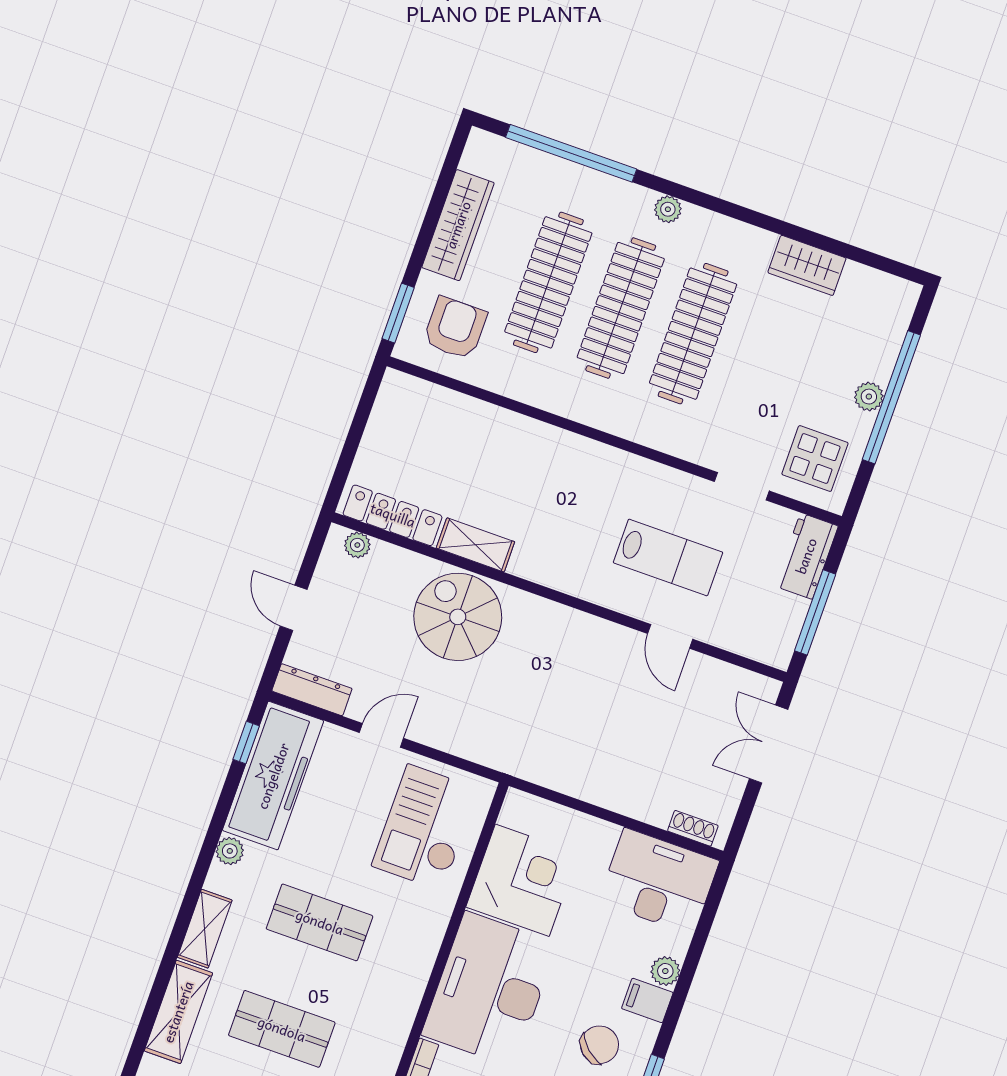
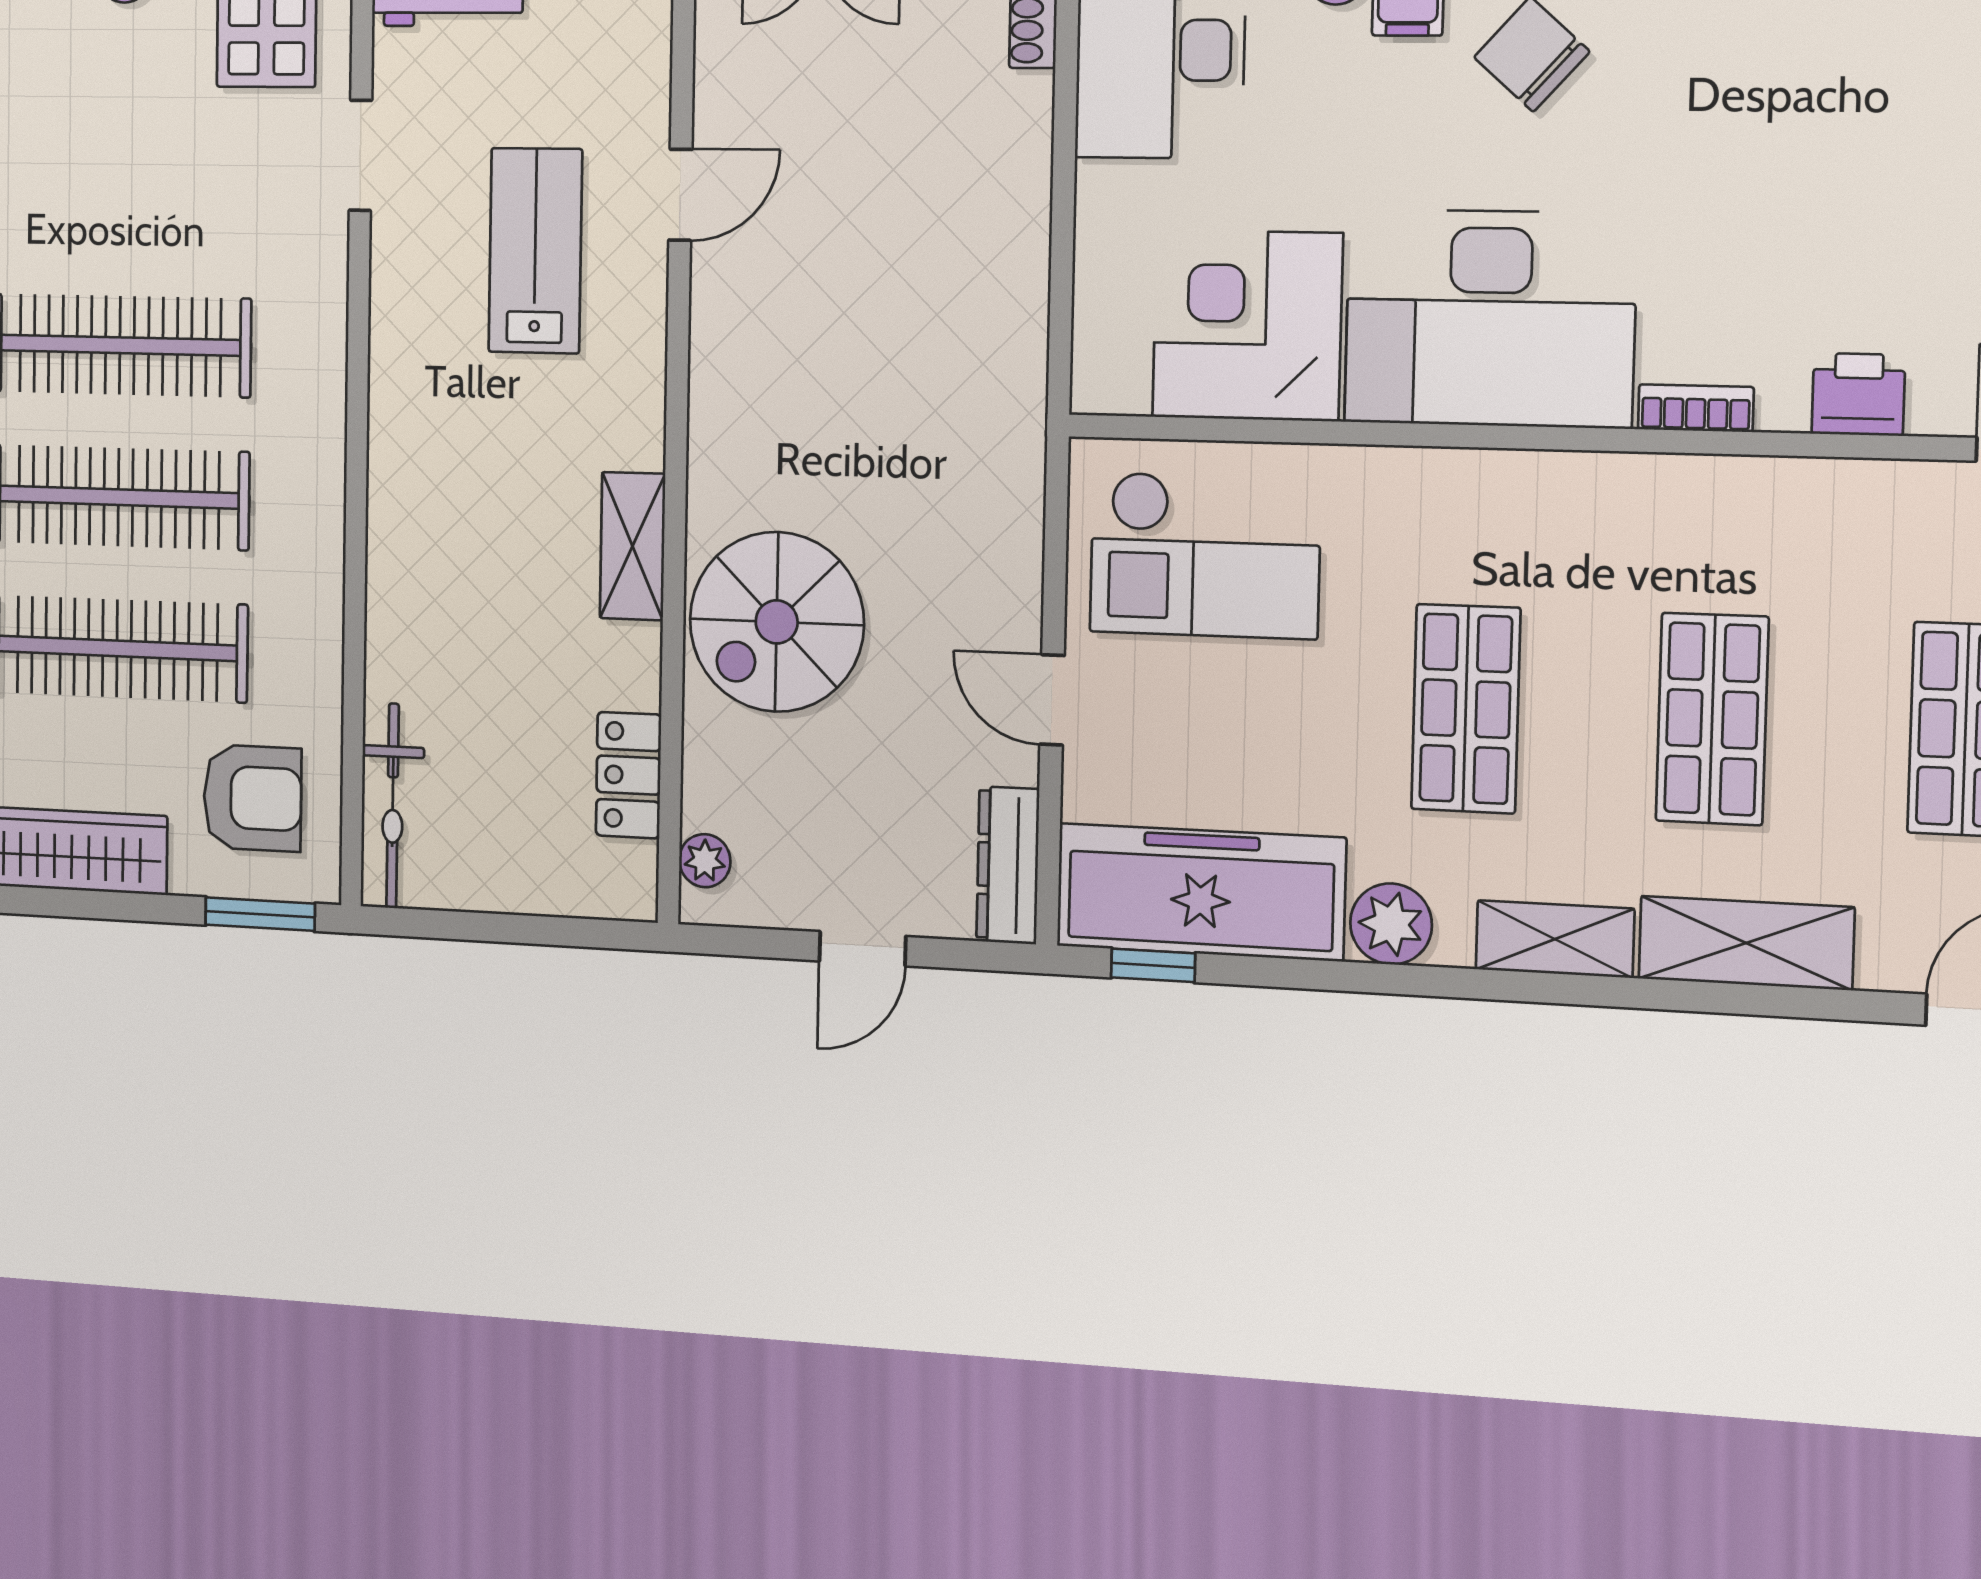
armchair: (455, 328) -> (252, 798), turned 180
bicycle: (430, 398) -> (393, 806), added
locker: (393, 515) -> (628, 775), width x0.66
shelving: (475, 545) -> (633, 546), moved
plant: (230, 851) -> (1391, 924), width x1.38, depth x1.38

